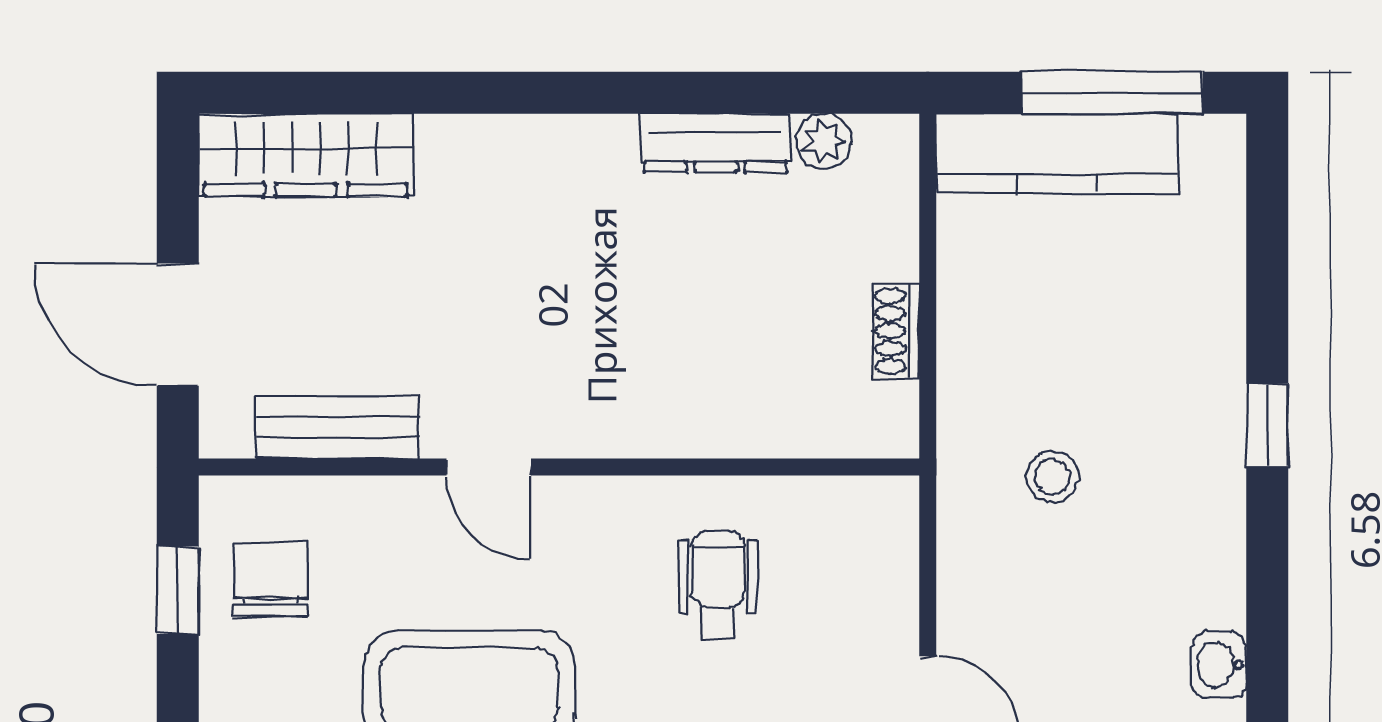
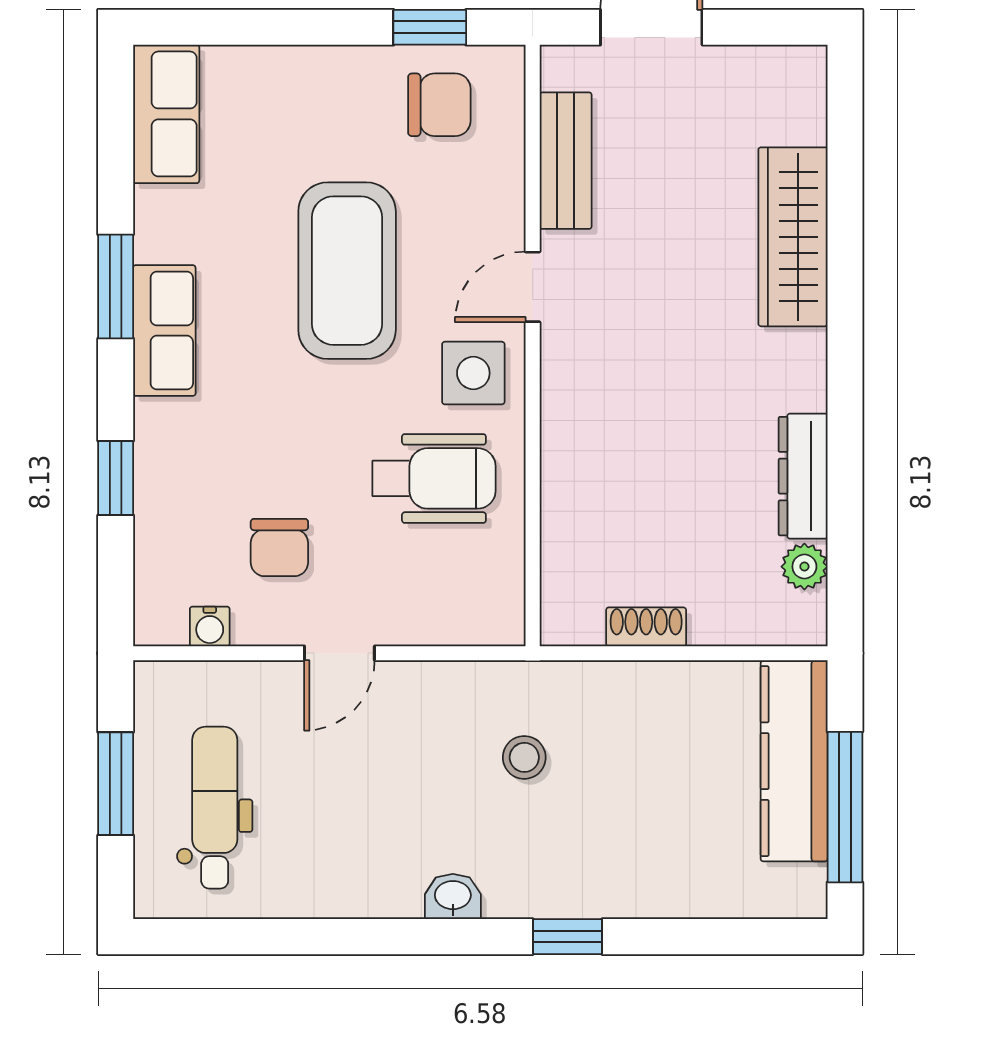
wardrobe: (306, 155) -> (793, 237), moved
side table: (592, 538) -> (473, 373), added
wheelchair: (718, 585) -> (434, 478), width x1.36, depth x1.37
washbasin: (1219, 665) -> (453, 896), moved

